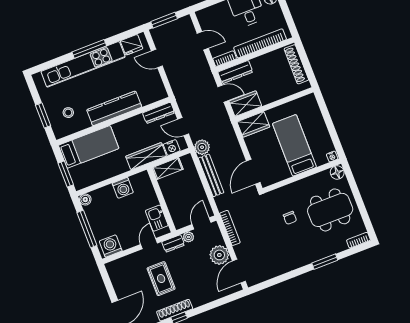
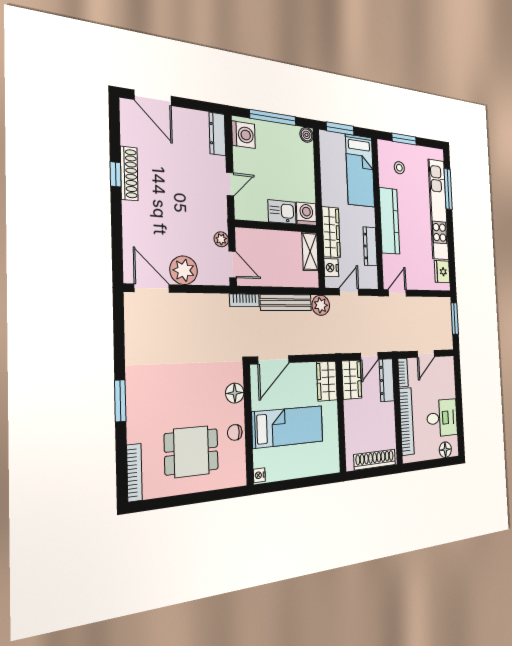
window: (89, 49) -> (448, 189), moved
door: (157, 59) -> (397, 293), moved
dresser: (159, 113) -> (370, 246), moved
door: (253, 172) -> (274, 360), swing flipped
floor lamp: (337, 172) -> (235, 393), moved
washing machine: (123, 188) -> (306, 214), moved, turned 90
dining table: (330, 210) -> (191, 452), width x0.73
kitchen sink: (157, 218) -> (282, 212), moved
chair: (290, 218) -> (235, 432), moved
bookcase: (230, 228) -> (244, 300), moved, width x0.64
bookcase: (358, 240) -> (134, 473), width x1.56
dresser: (173, 243) -> (217, 134), moved, width x1.44
door: (149, 244) -> (230, 184), hinge flipped
window: (325, 262) -> (120, 401), moved
rug: (161, 279) -> (180, 177), removed

